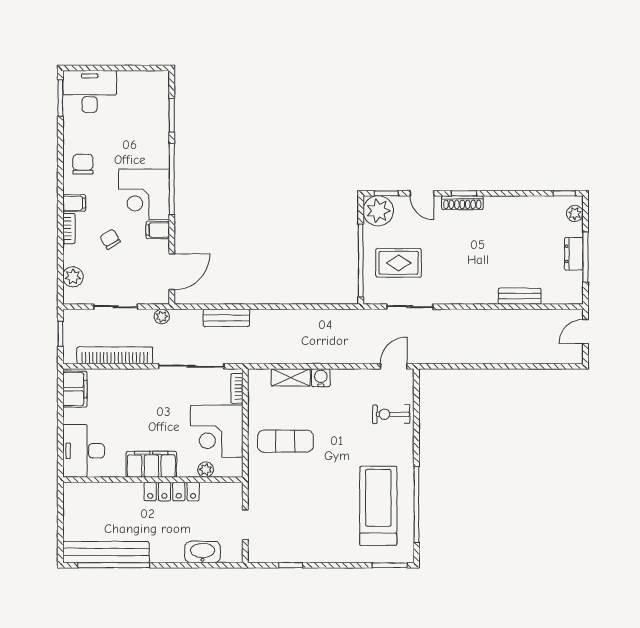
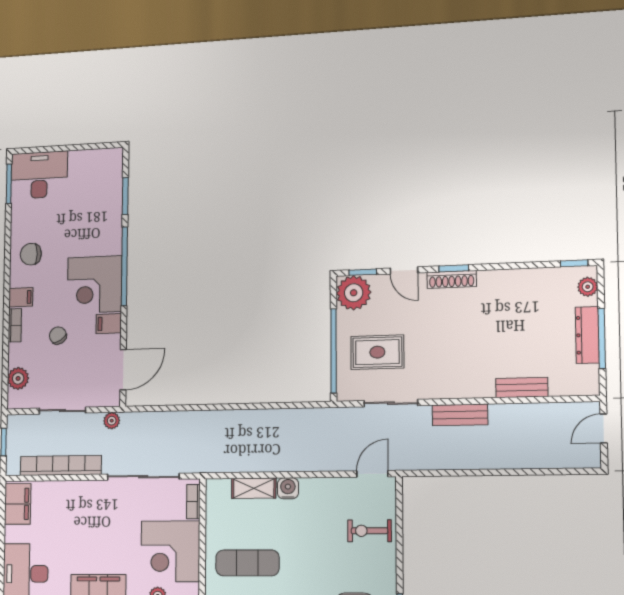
chair: (83, 164) -> (31, 254), turned -90
dresser: (574, 254) -> (587, 335), width x1.44
bench: (226, 318) -> (460, 415), moved

